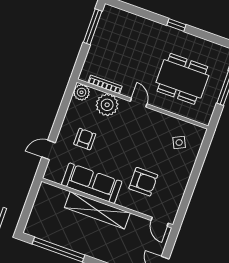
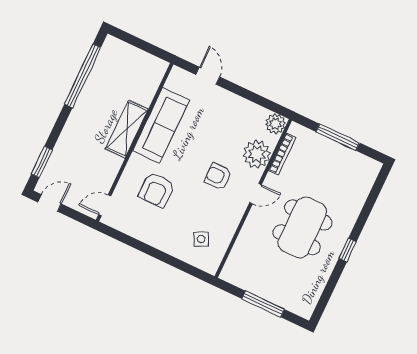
window: (93, 27) -> (338, 137), moved
dining table: (182, 79) -> (302, 227), moved
armchair: (85, 139) -> (218, 176), moved, turned 180
shelving: (97, 210) -> (127, 129), width x0.68

